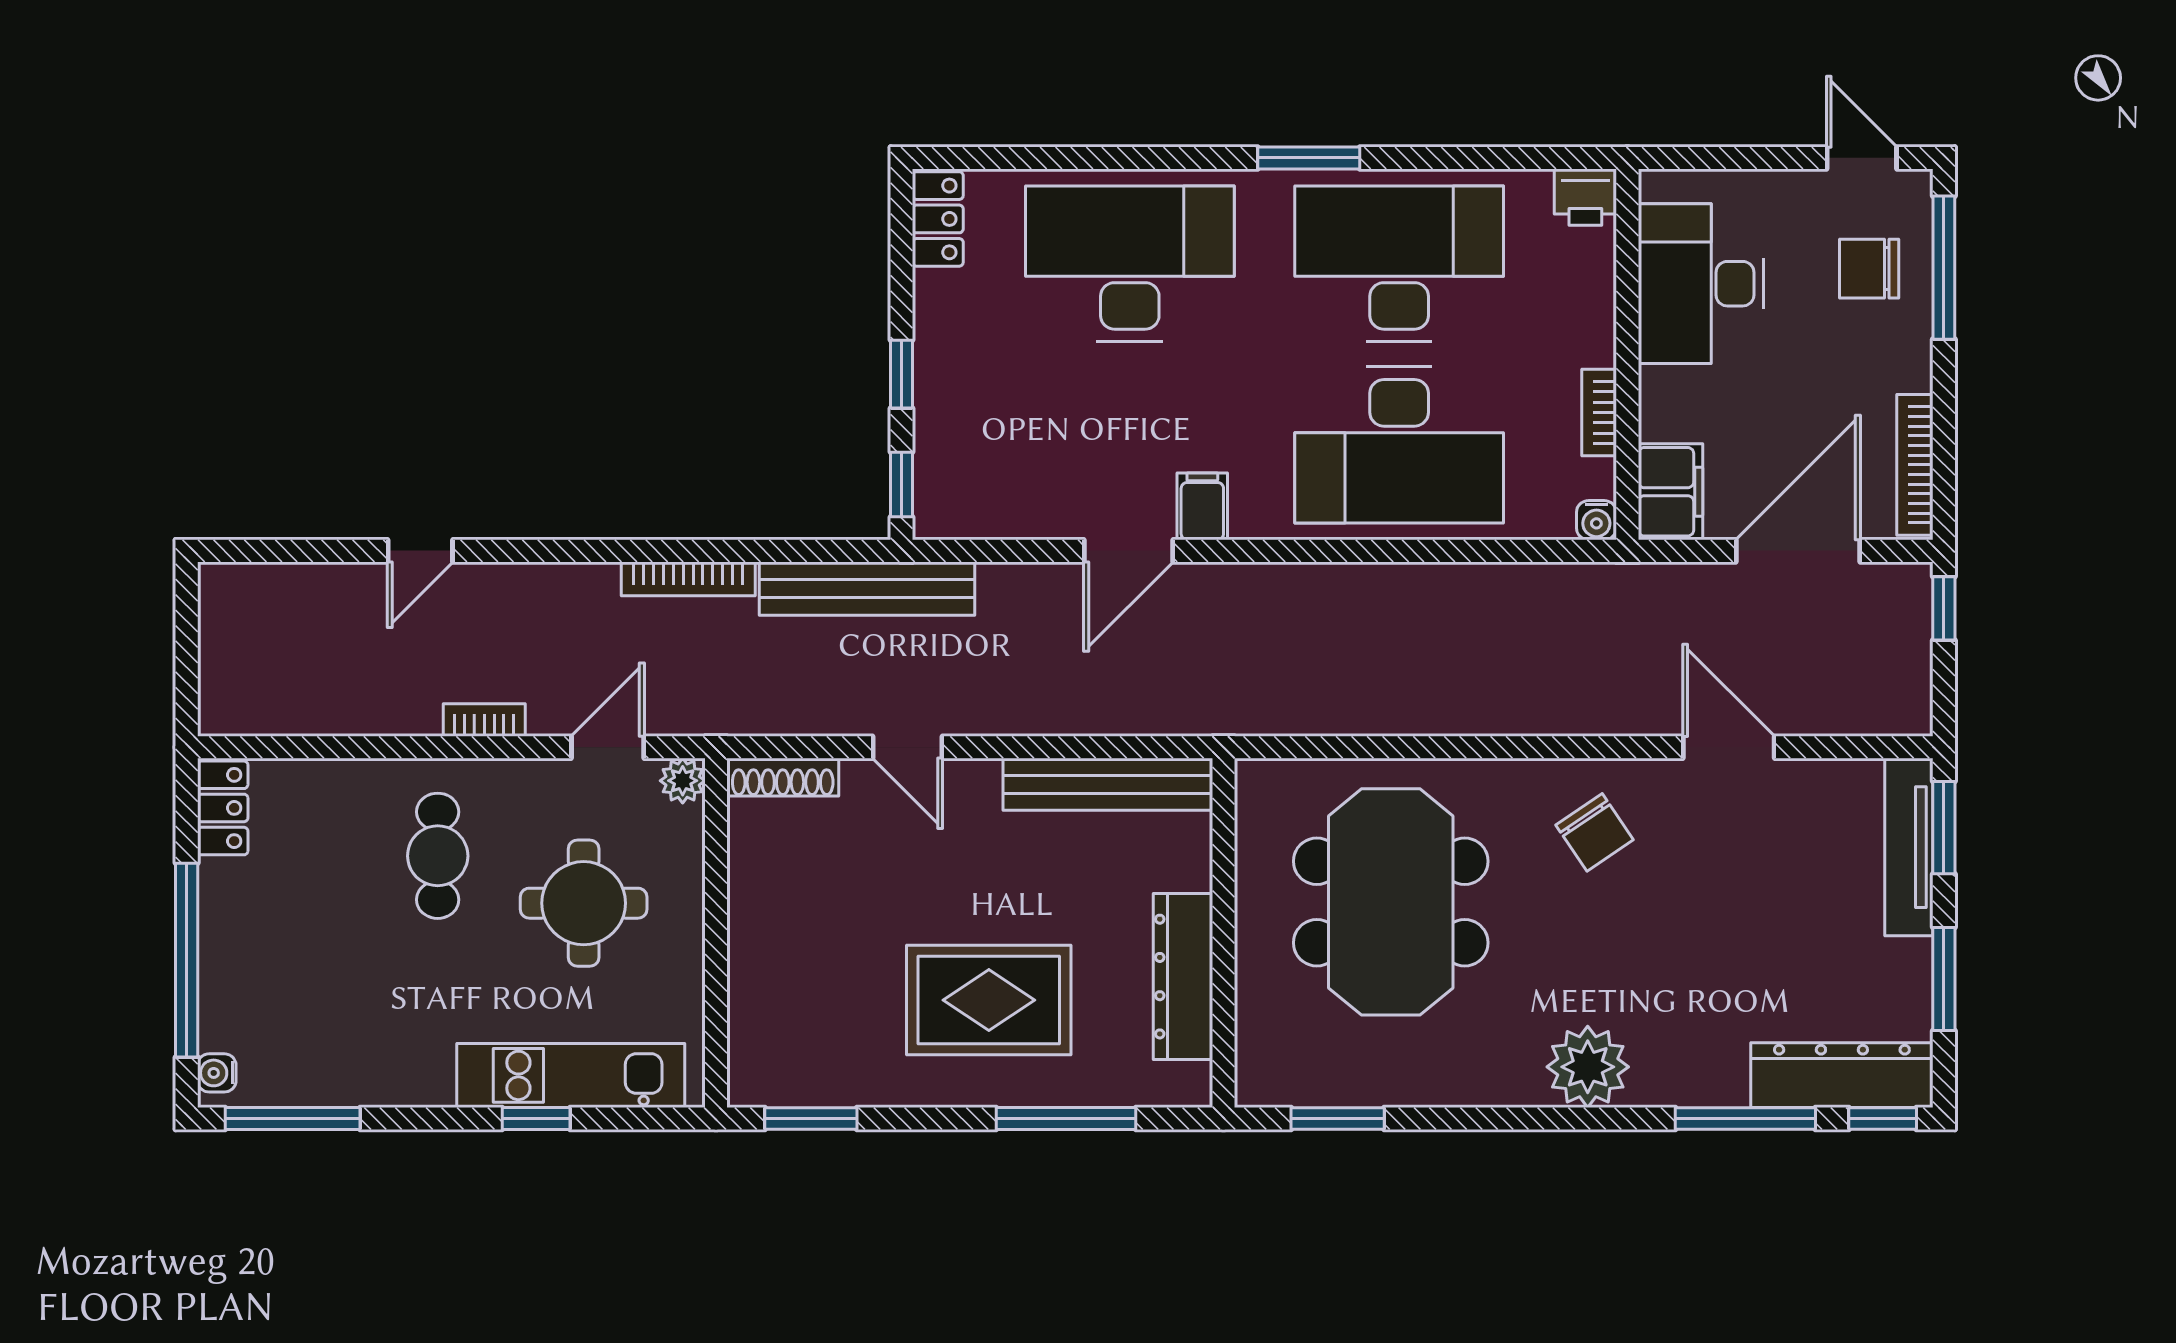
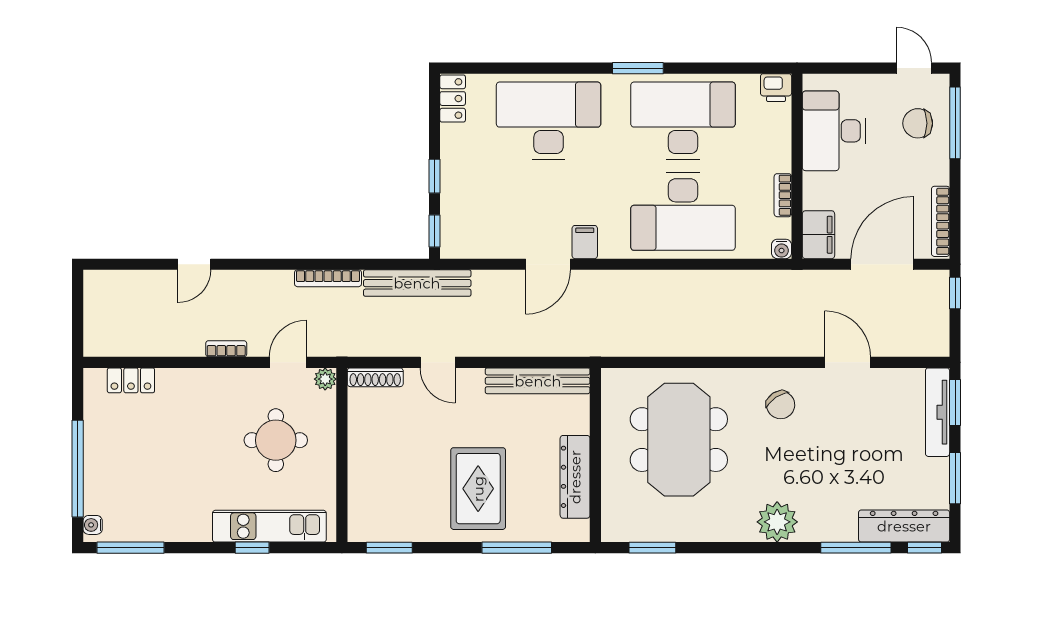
locker: (223, 808) -> (131, 380), moved, turned 90
cafe table: (438, 856) -> (203, 417), removed
rug: (989, 1000) -> (478, 489), turned 90

